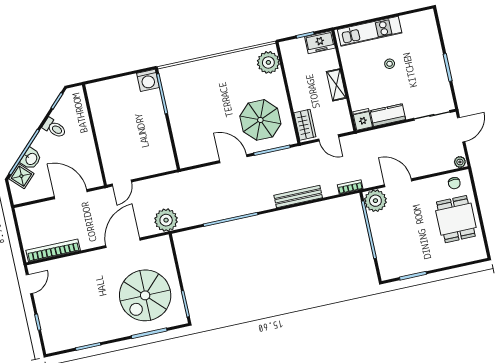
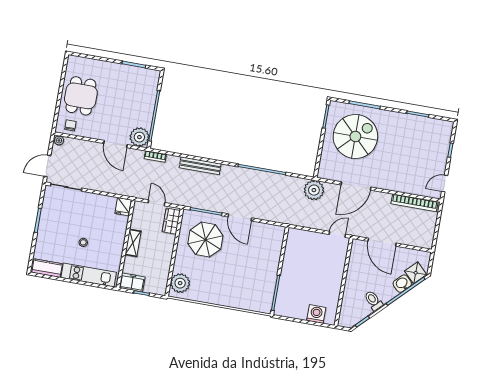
washing machine: (148, 80) -> (316, 314), moved
kitchen counter: (388, 115) -> (47, 268), moved, turned 180

